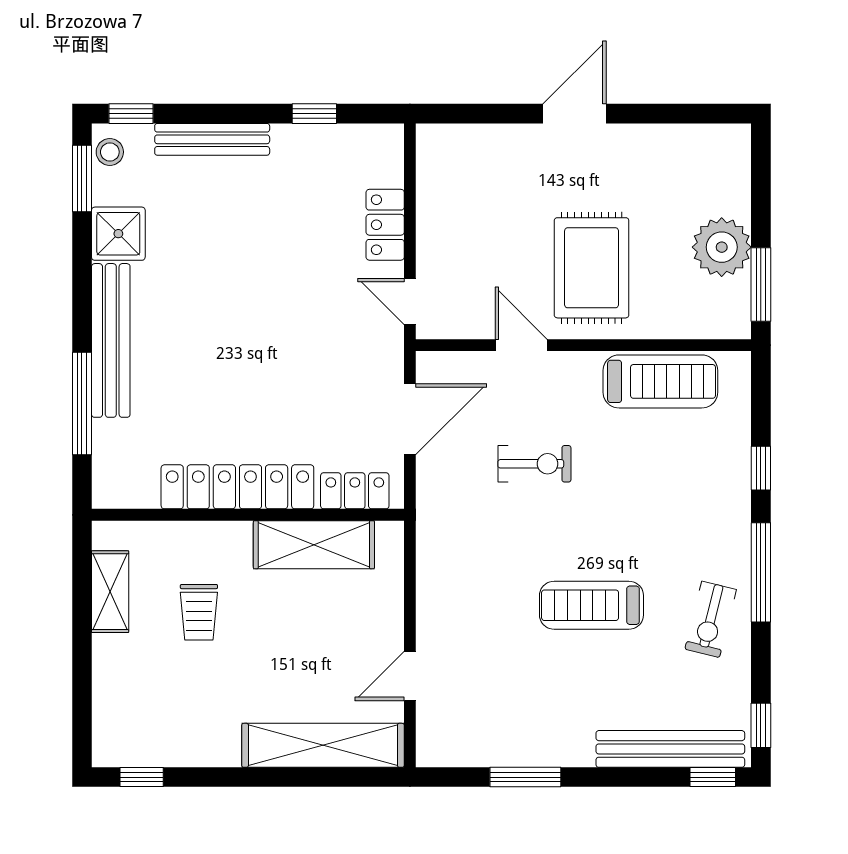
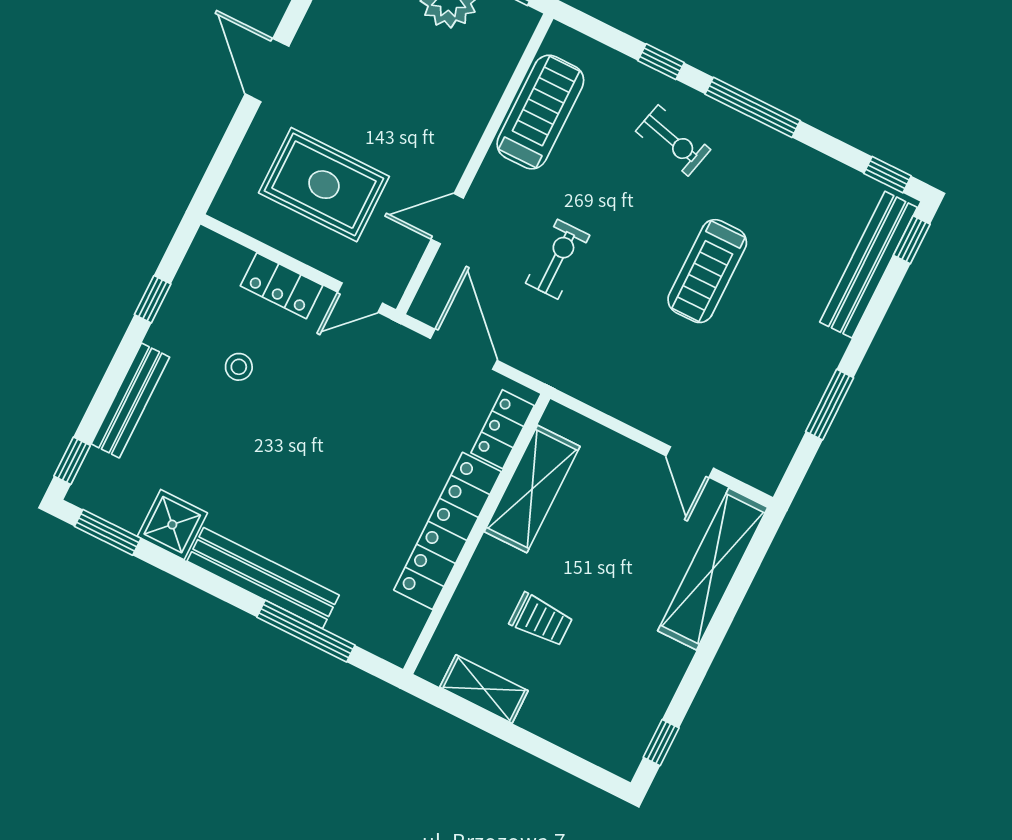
stool: (110, 152) -> (239, 367), moved
rug: (592, 268) -> (324, 185), moved
exercise bike: (711, 619) -> (673, 140), moved

